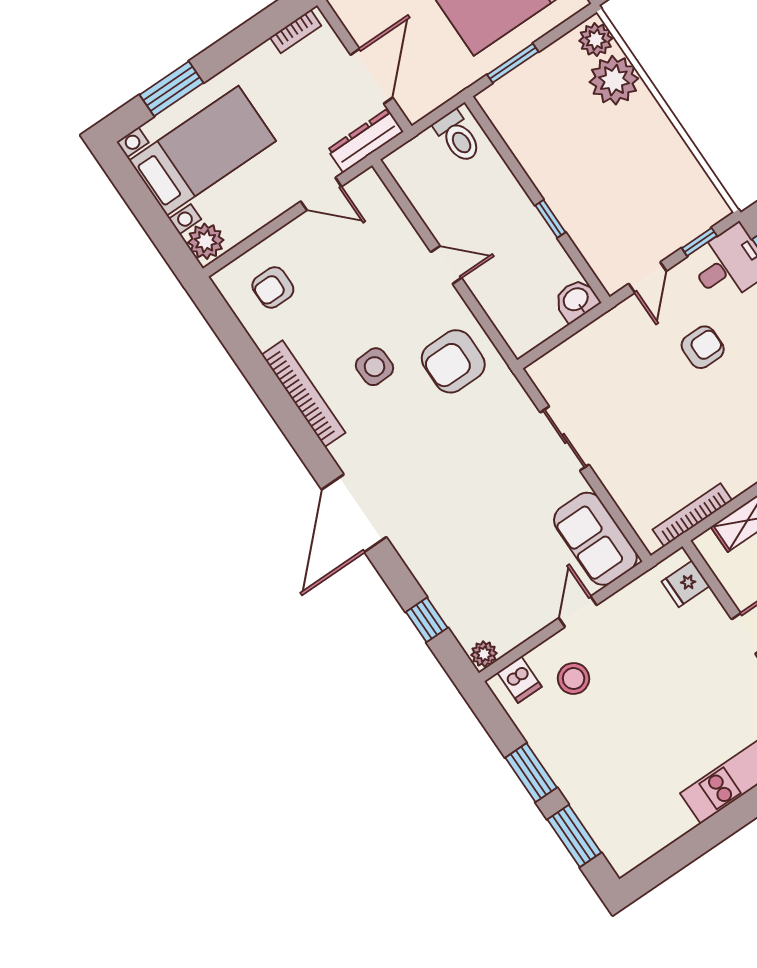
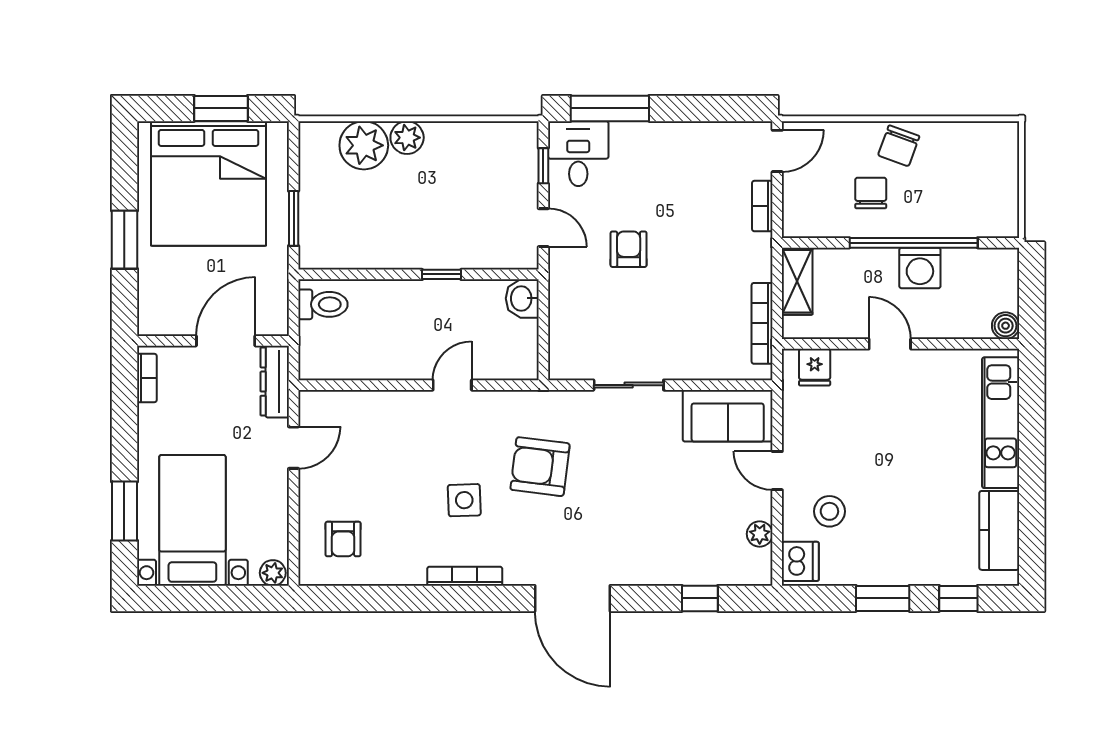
plant: (596, 40) -> (407, 138), moved
door: (372, 76) -> (226, 341), hinge flipped
plant: (206, 241) -> (273, 573), width x0.73, depth x0.73
door: (446, 265) -> (452, 385), moved
armchair: (703, 347) -> (629, 249), moved
armchair: (453, 361) -> (540, 467), moved, turned 97
bookcase: (303, 394) -> (465, 576), width x0.68, depth x0.76
plant: (484, 654) -> (760, 534), moved
dishwasher: (520, 680) -> (800, 561), width x1.38
kitchen counter: (654, 831) -> (999, 530), added
window: (574, 836) -> (958, 598), width x0.67

